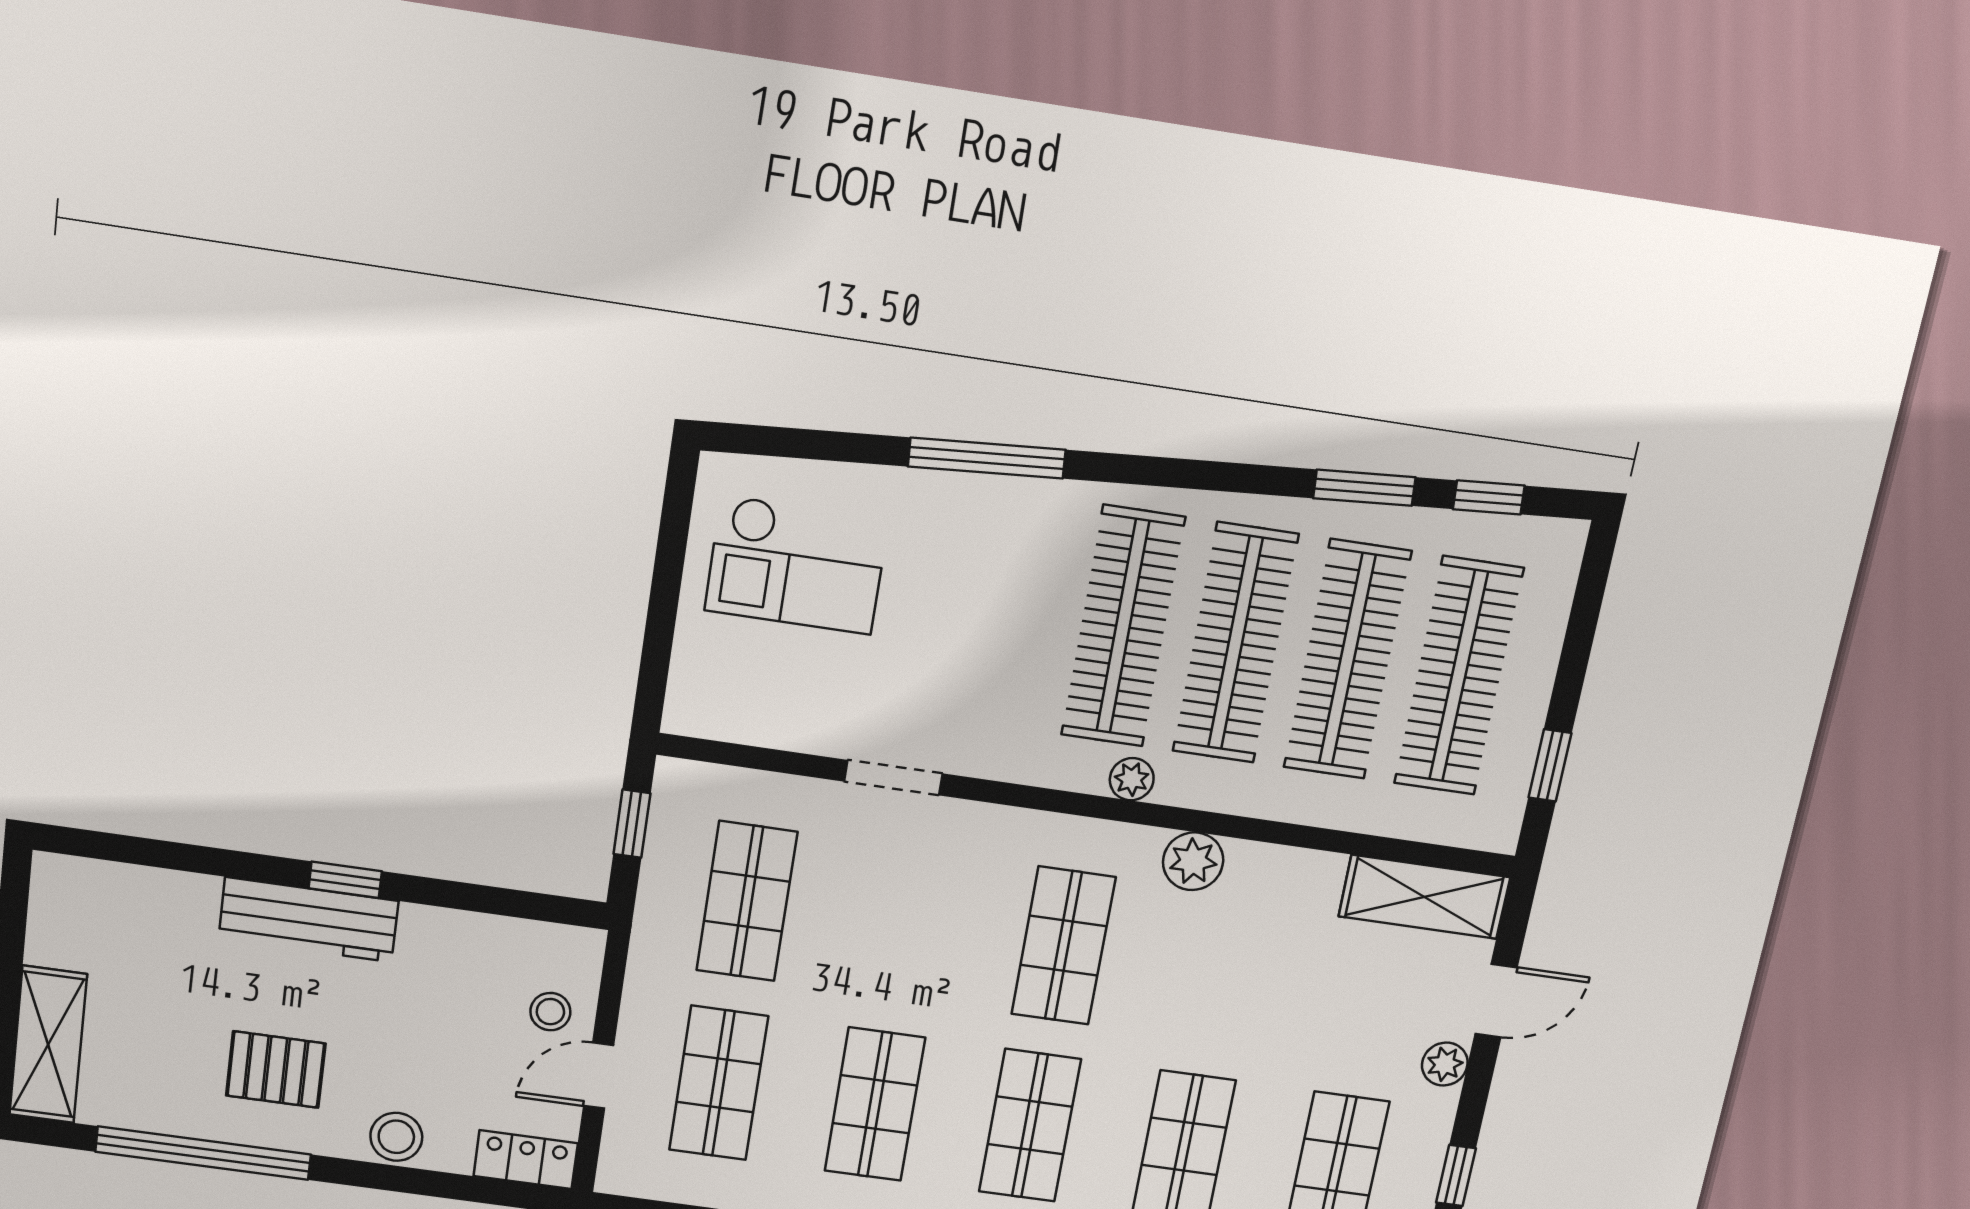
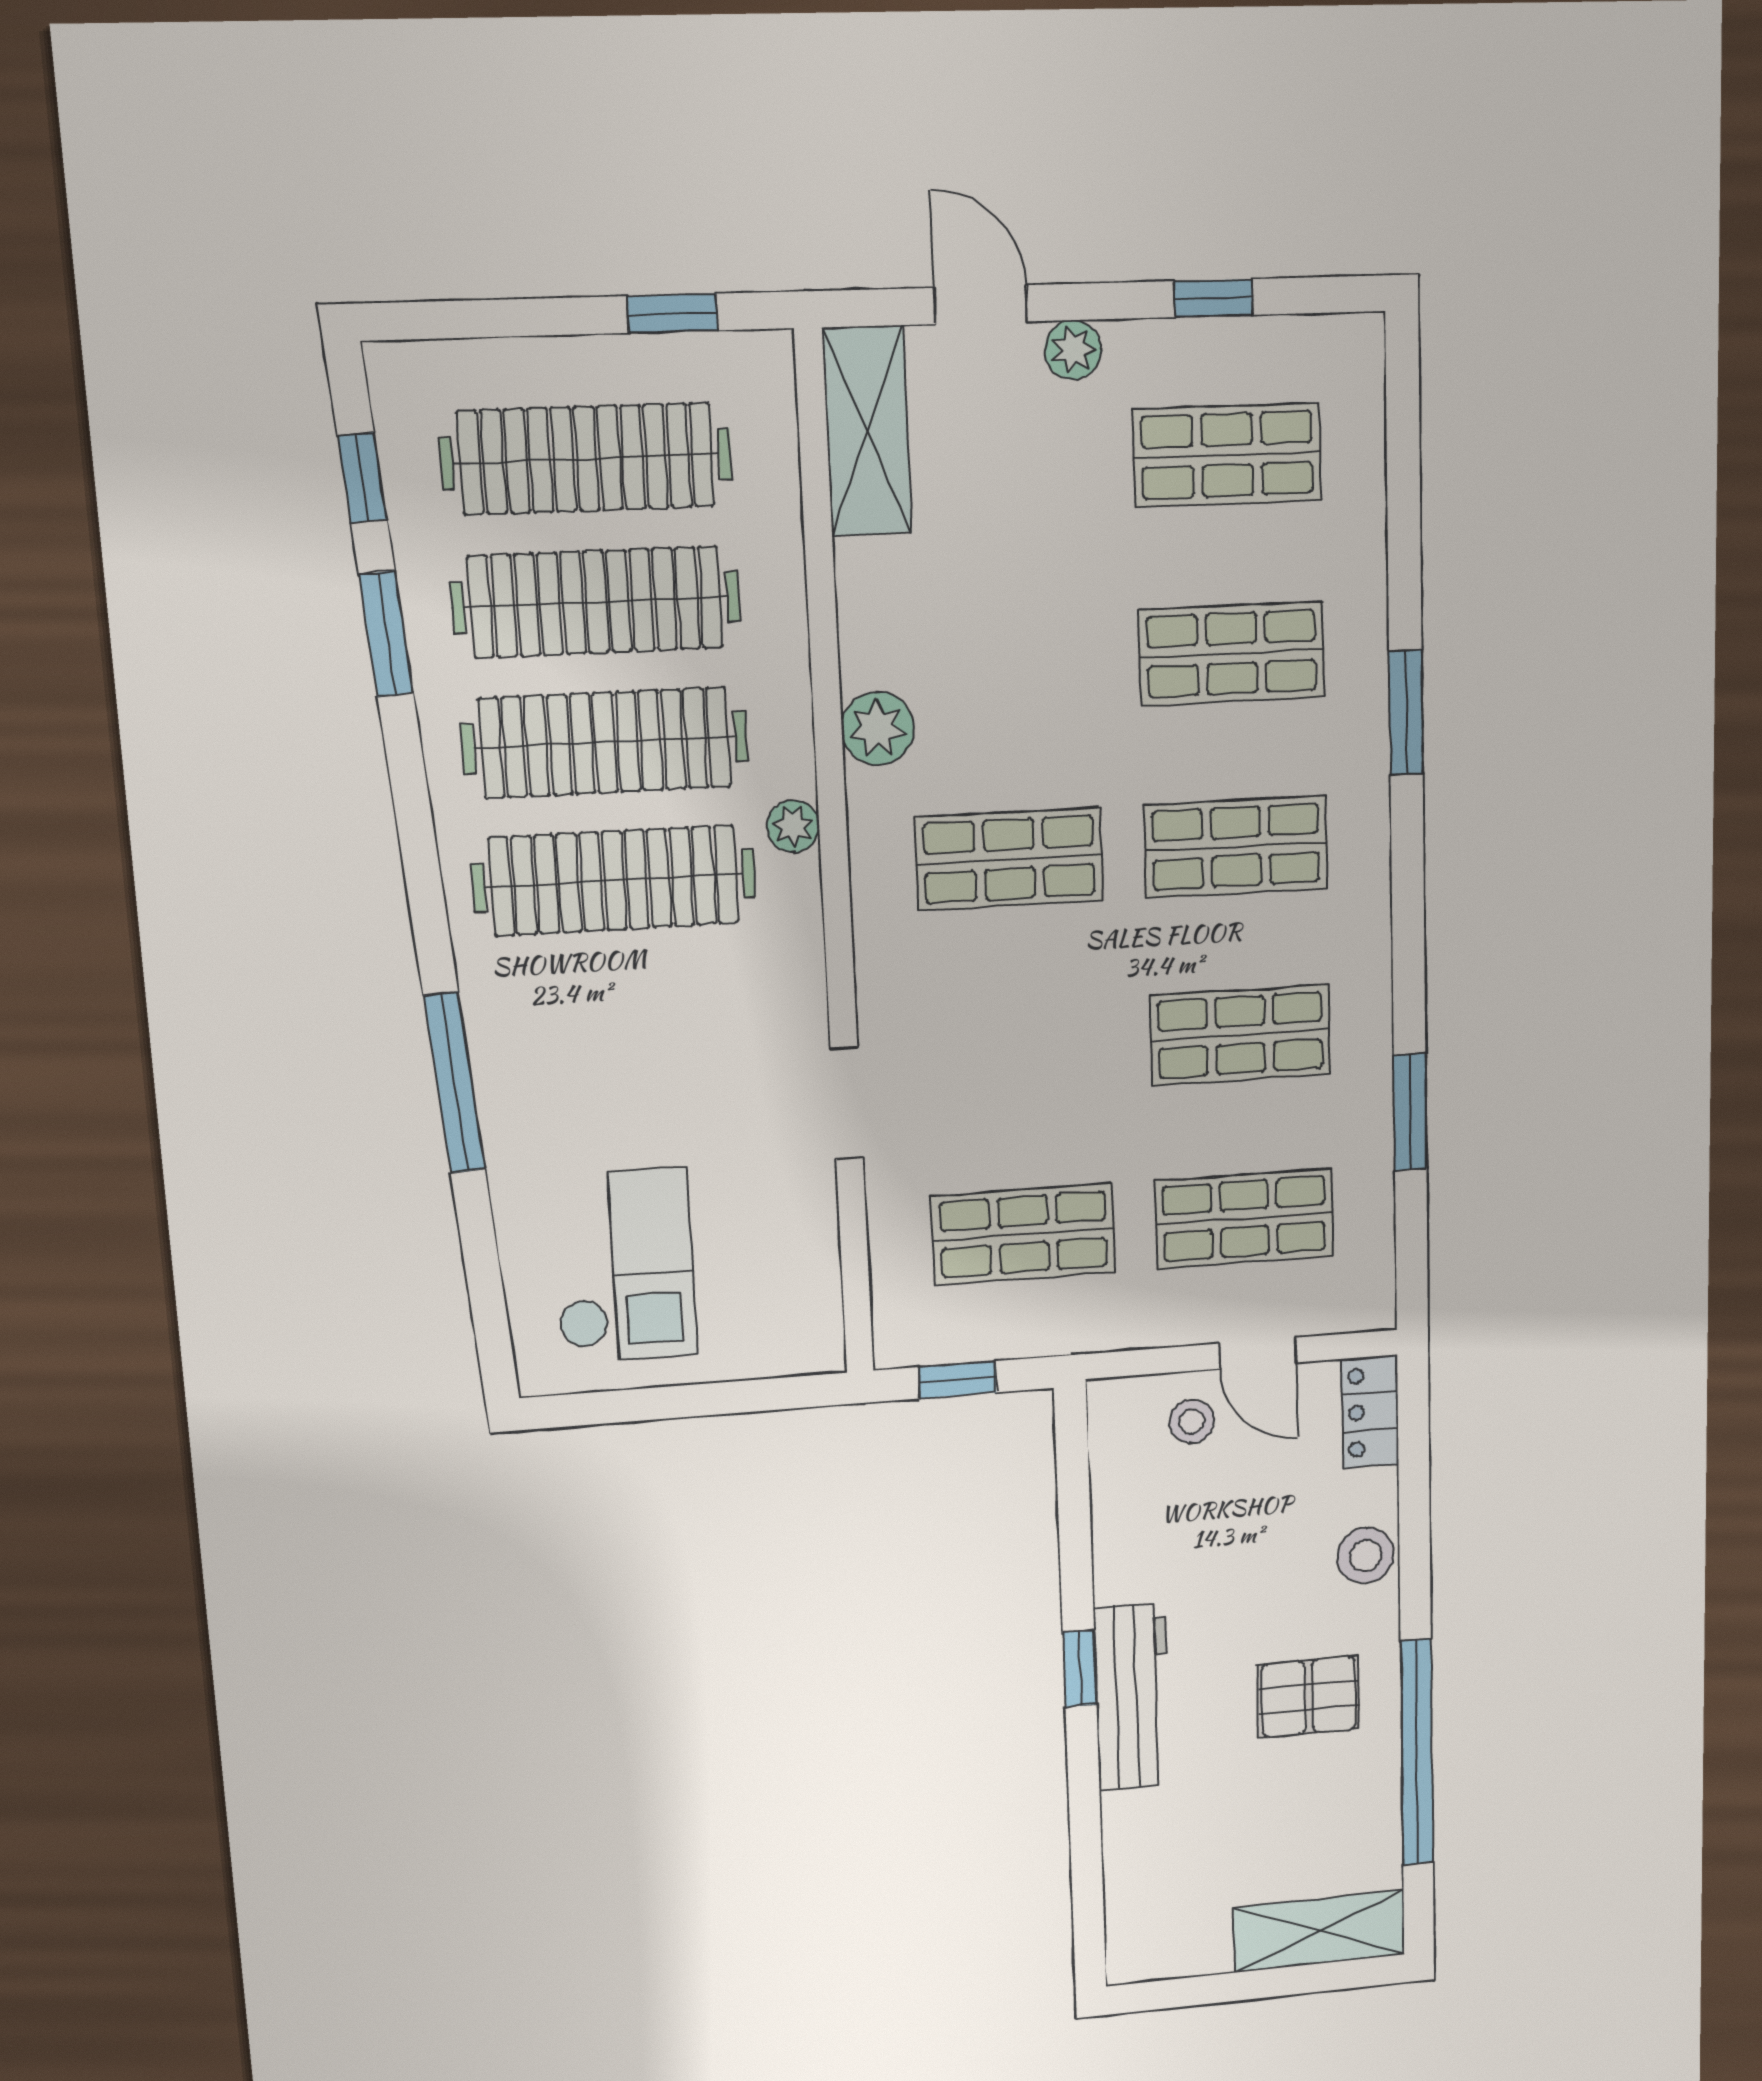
pallet: (276, 1070) -> (1309, 1697), turned 90

